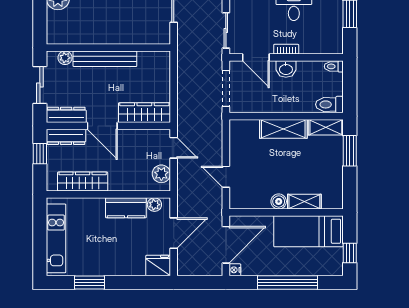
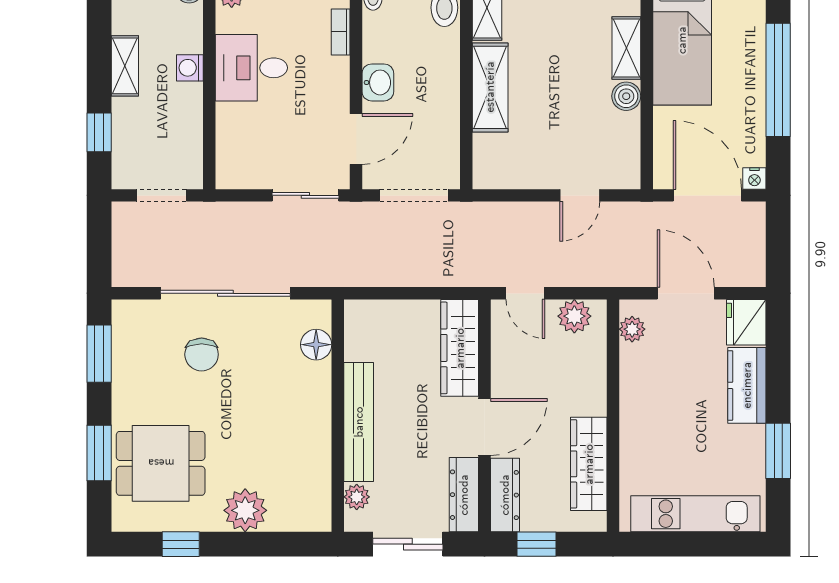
floor lamp: (146, 36) -> (316, 345), added
bookcase: (286, 49) -> (341, 32), moved
door: (174, 148) -> (525, 293), swing flipped
kitchen counter: (126, 208) -> (747, 385), moved, turned 180

